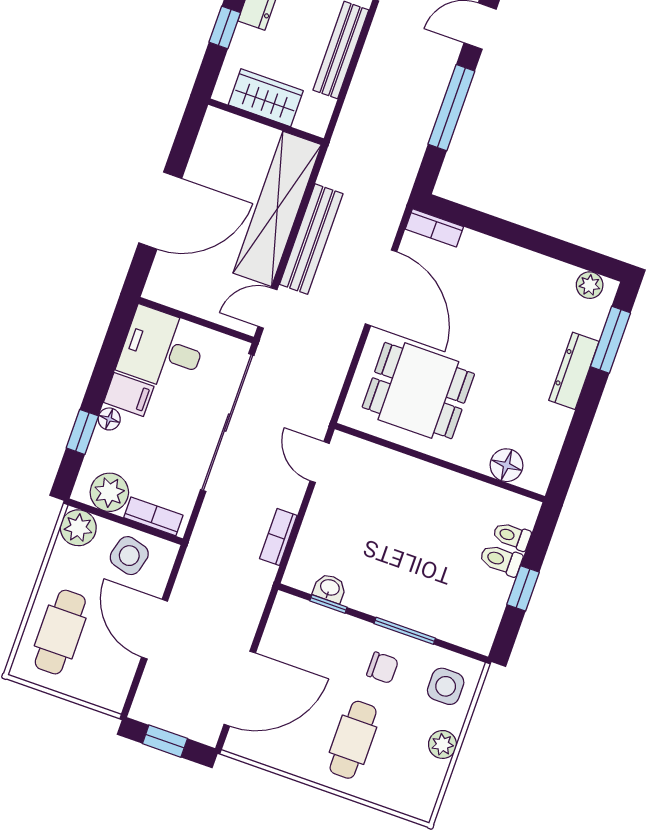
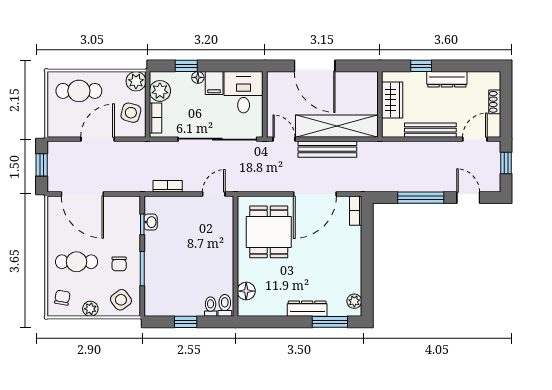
toilet: (501, 560) -> (225, 305), moved
side table: (446, 686) -> (121, 300), turned -37
chair: (406, 786) -> (62, 298), added

